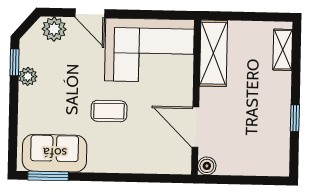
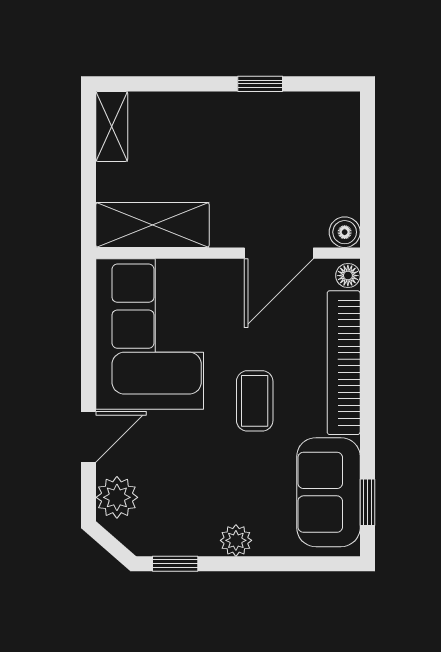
shelving: (283, 50) -> (112, 126), moved, turned 90
plant: (28, 76) -> (236, 540), moved
bookcase: (130, 164) -> (344, 363), added
floor lamp: (181, 167) -> (348, 276), added
window: (48, 176) -> (367, 502), width x0.67

